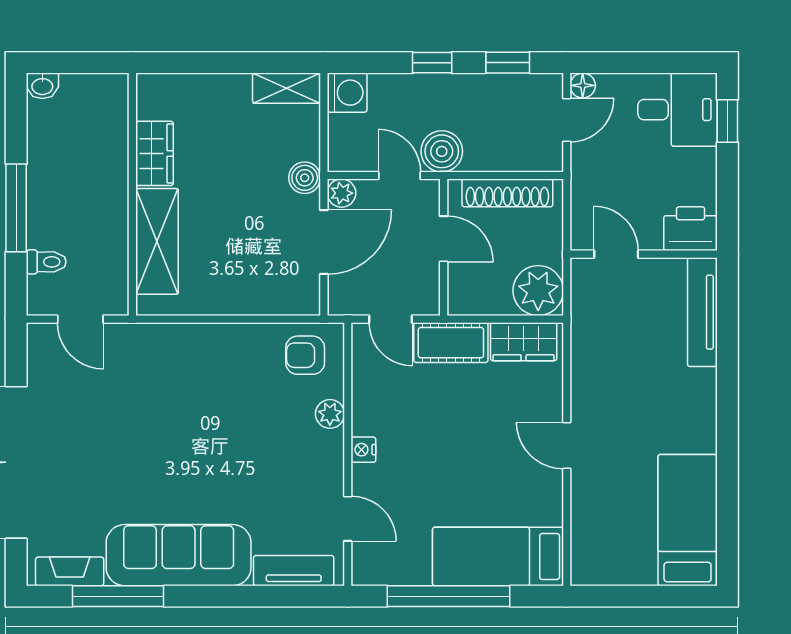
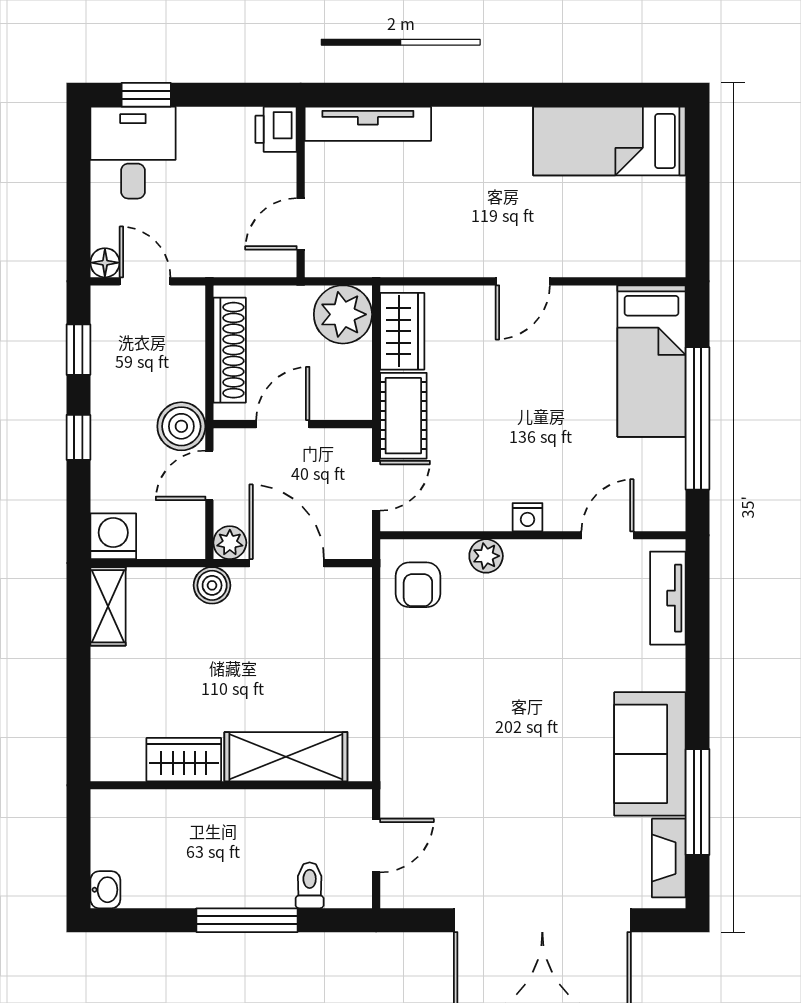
printer: (691, 229) -> (276, 129), width x0.73, depth x0.81
sofa: (179, 555) -> (650, 754), width x0.73

